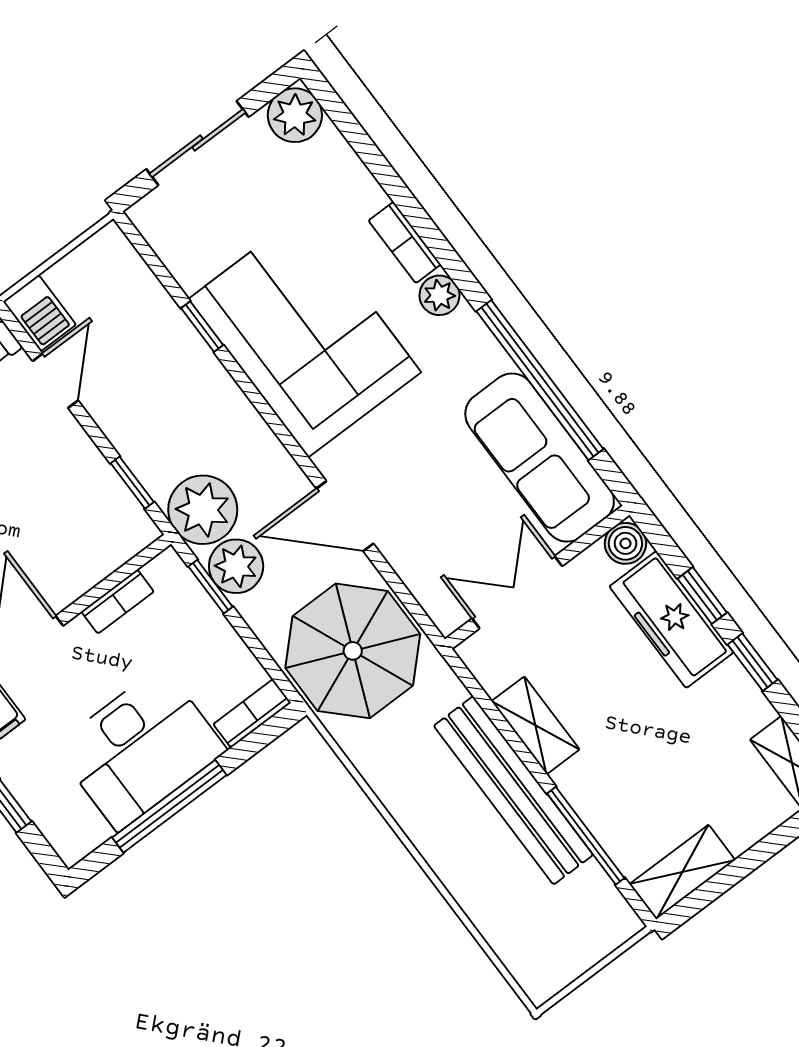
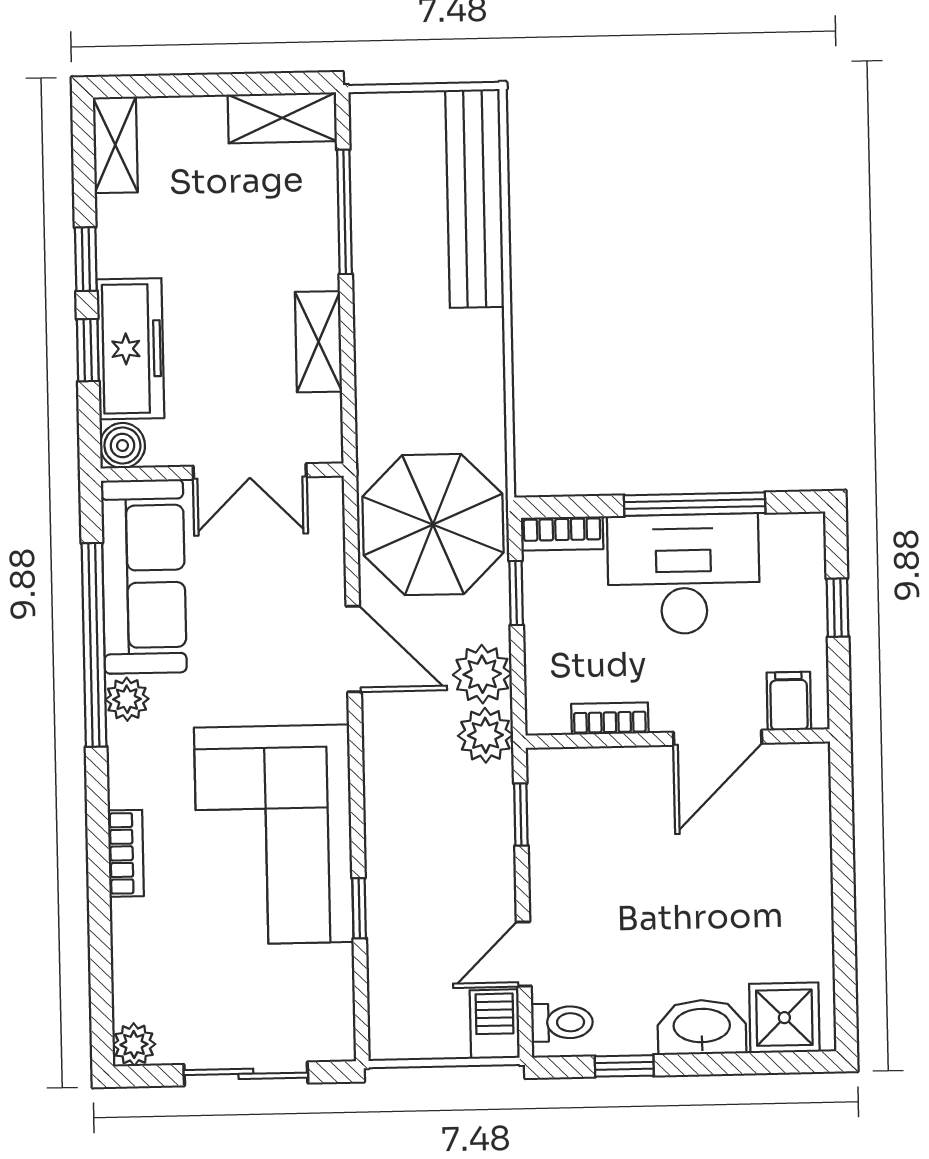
plant: (295, 115) -> (134, 1044), width x0.73, depth x0.73
plant: (439, 295) -> (127, 699), moved
plant: (203, 510) -> (485, 735), width x0.73, depth x0.73
window: (211, 587) -> (516, 593), moved
bench: (513, 790) -> (475, 198), moved

